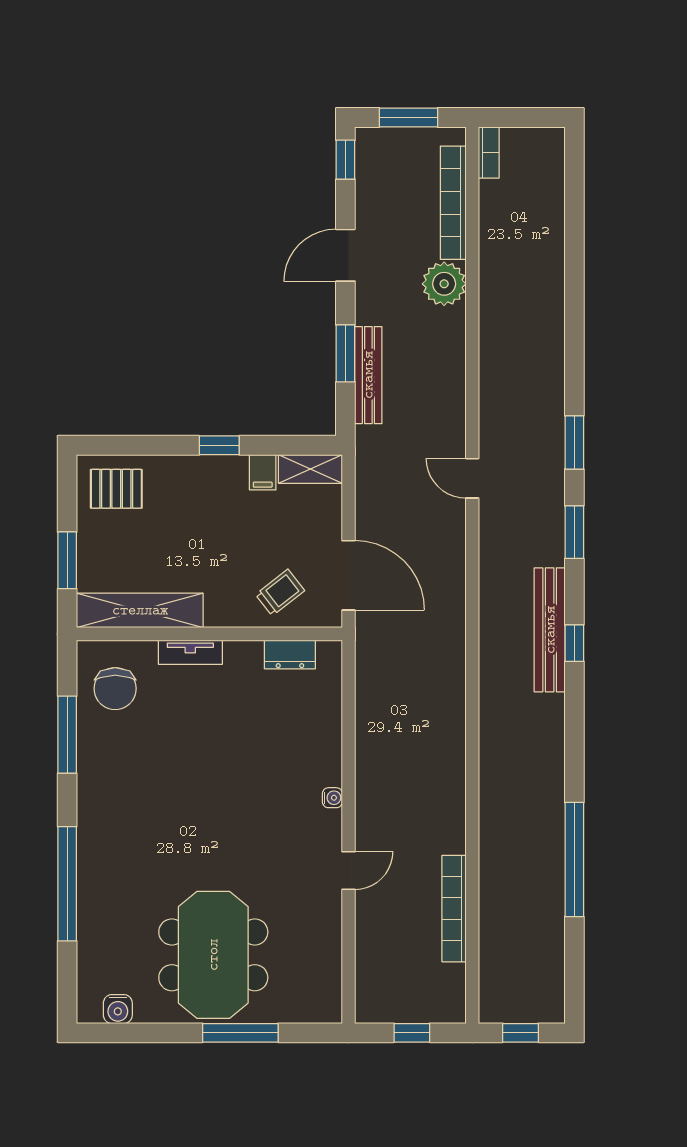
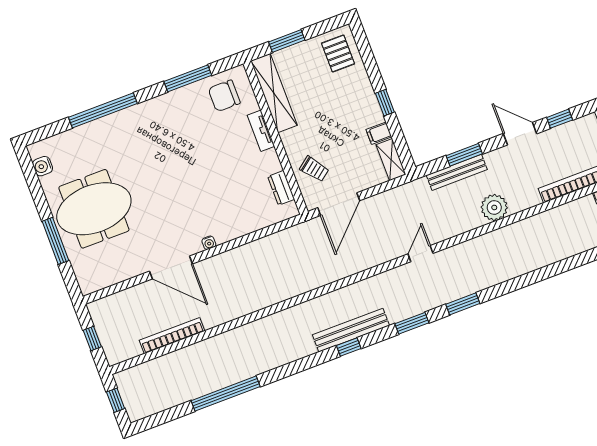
window: (345, 160) -> (560, 119), moved
plant: (444, 284) -> (494, 207), moved
door: (349, 870) -> (171, 268), width x1.88

